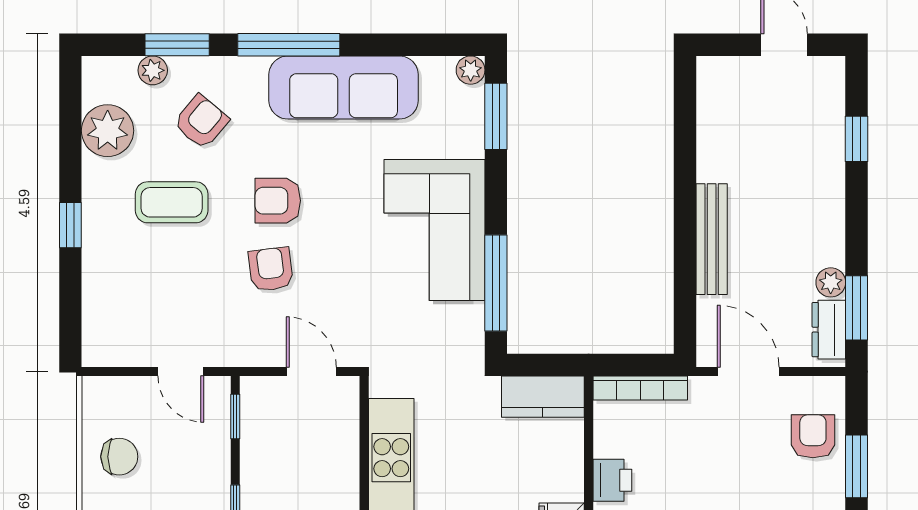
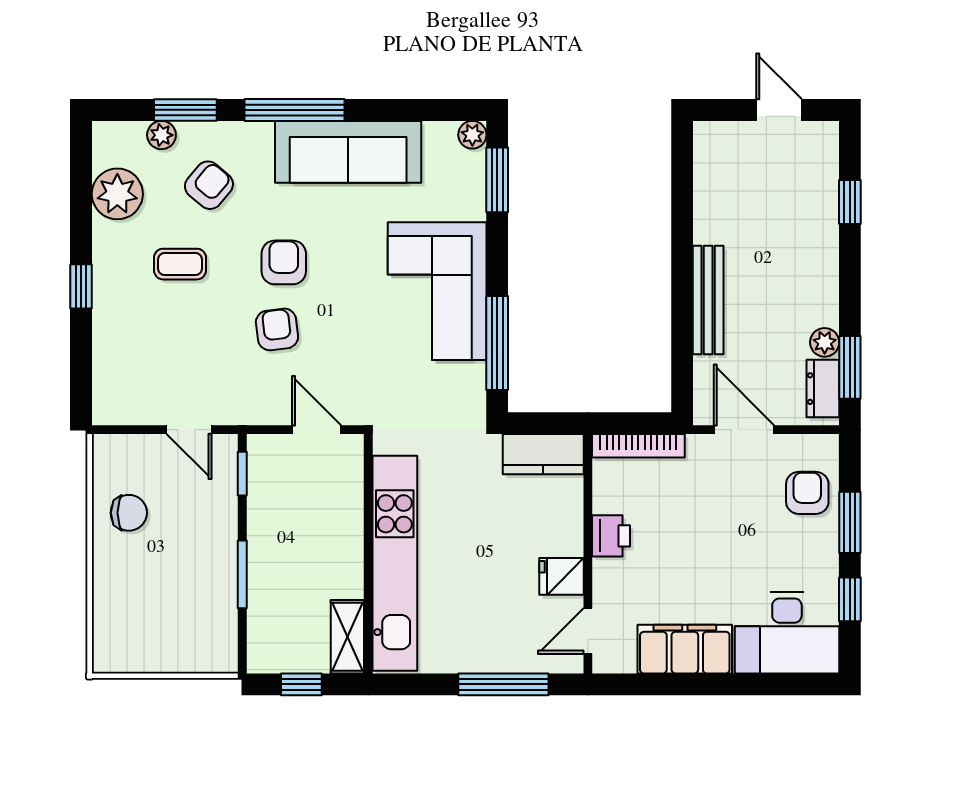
armchair: (278, 201) -> (284, 262), turned 90
coffee table: (172, 202) -> (180, 264), width x0.73, depth x0.77

